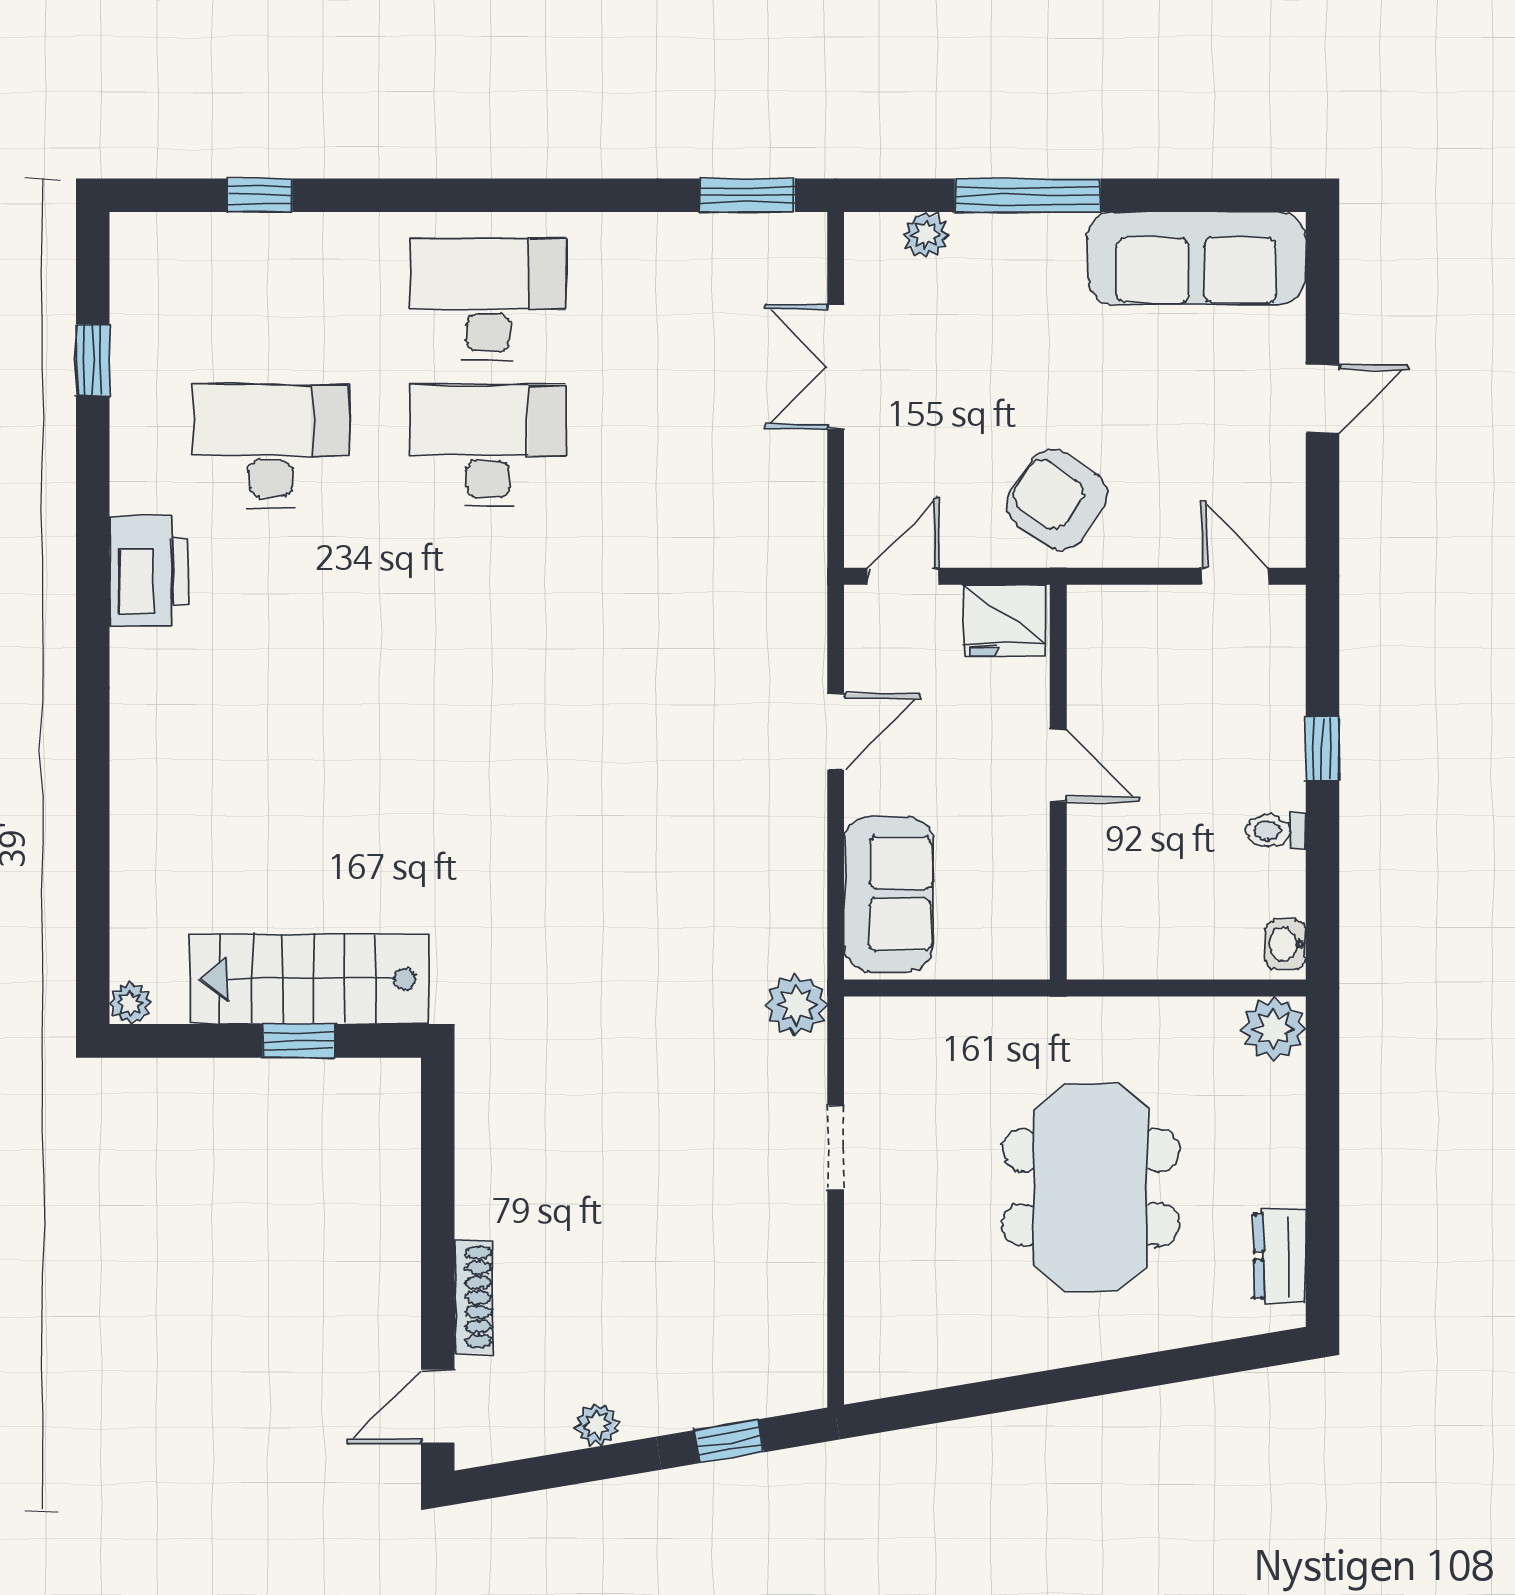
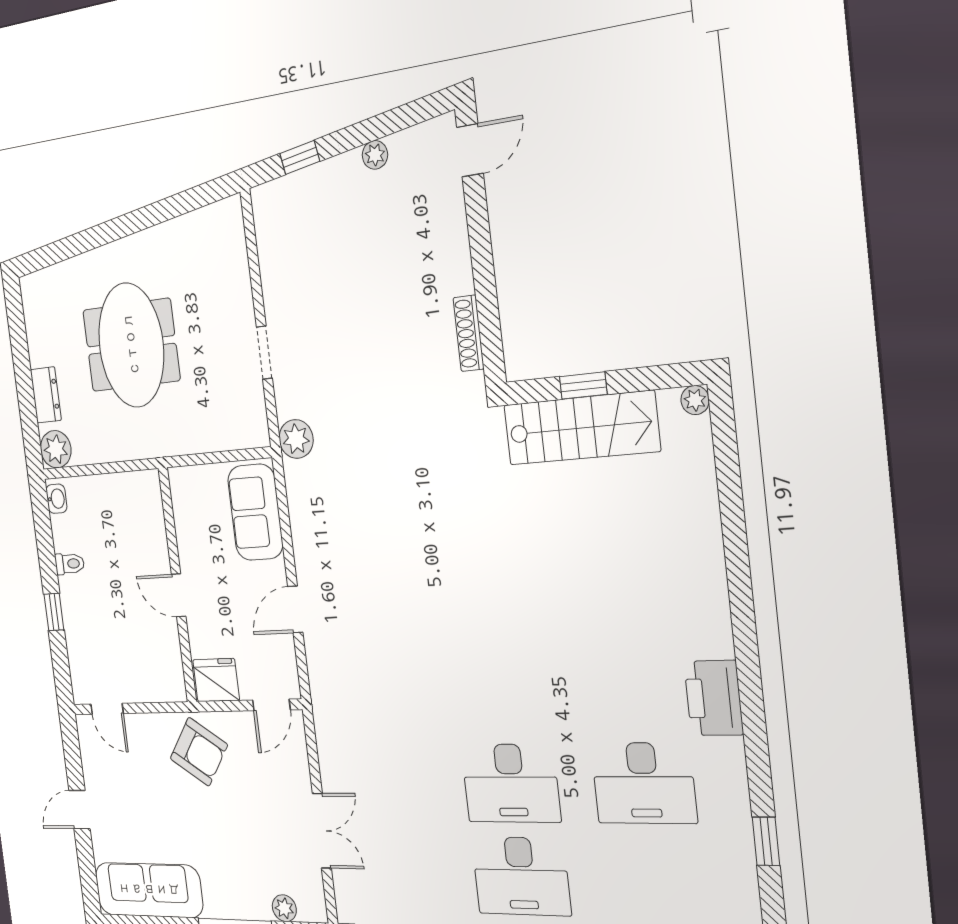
dresser: (1280, 1256) -> (46, 395), moved
shoe rack: (474, 1297) -> (469, 333), moved

